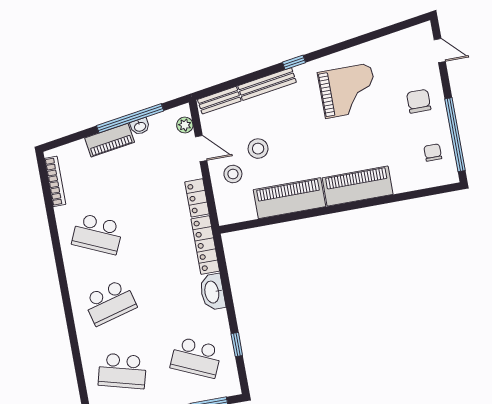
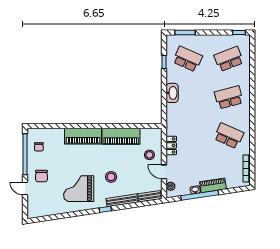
door: (440, 51) -> (25, 188), moved
stool: (258, 149) -> (111, 177), moved
locker: (205, 245) -> (171, 119), removed
school desk: (122, 371) -> (229, 59), turned -36

